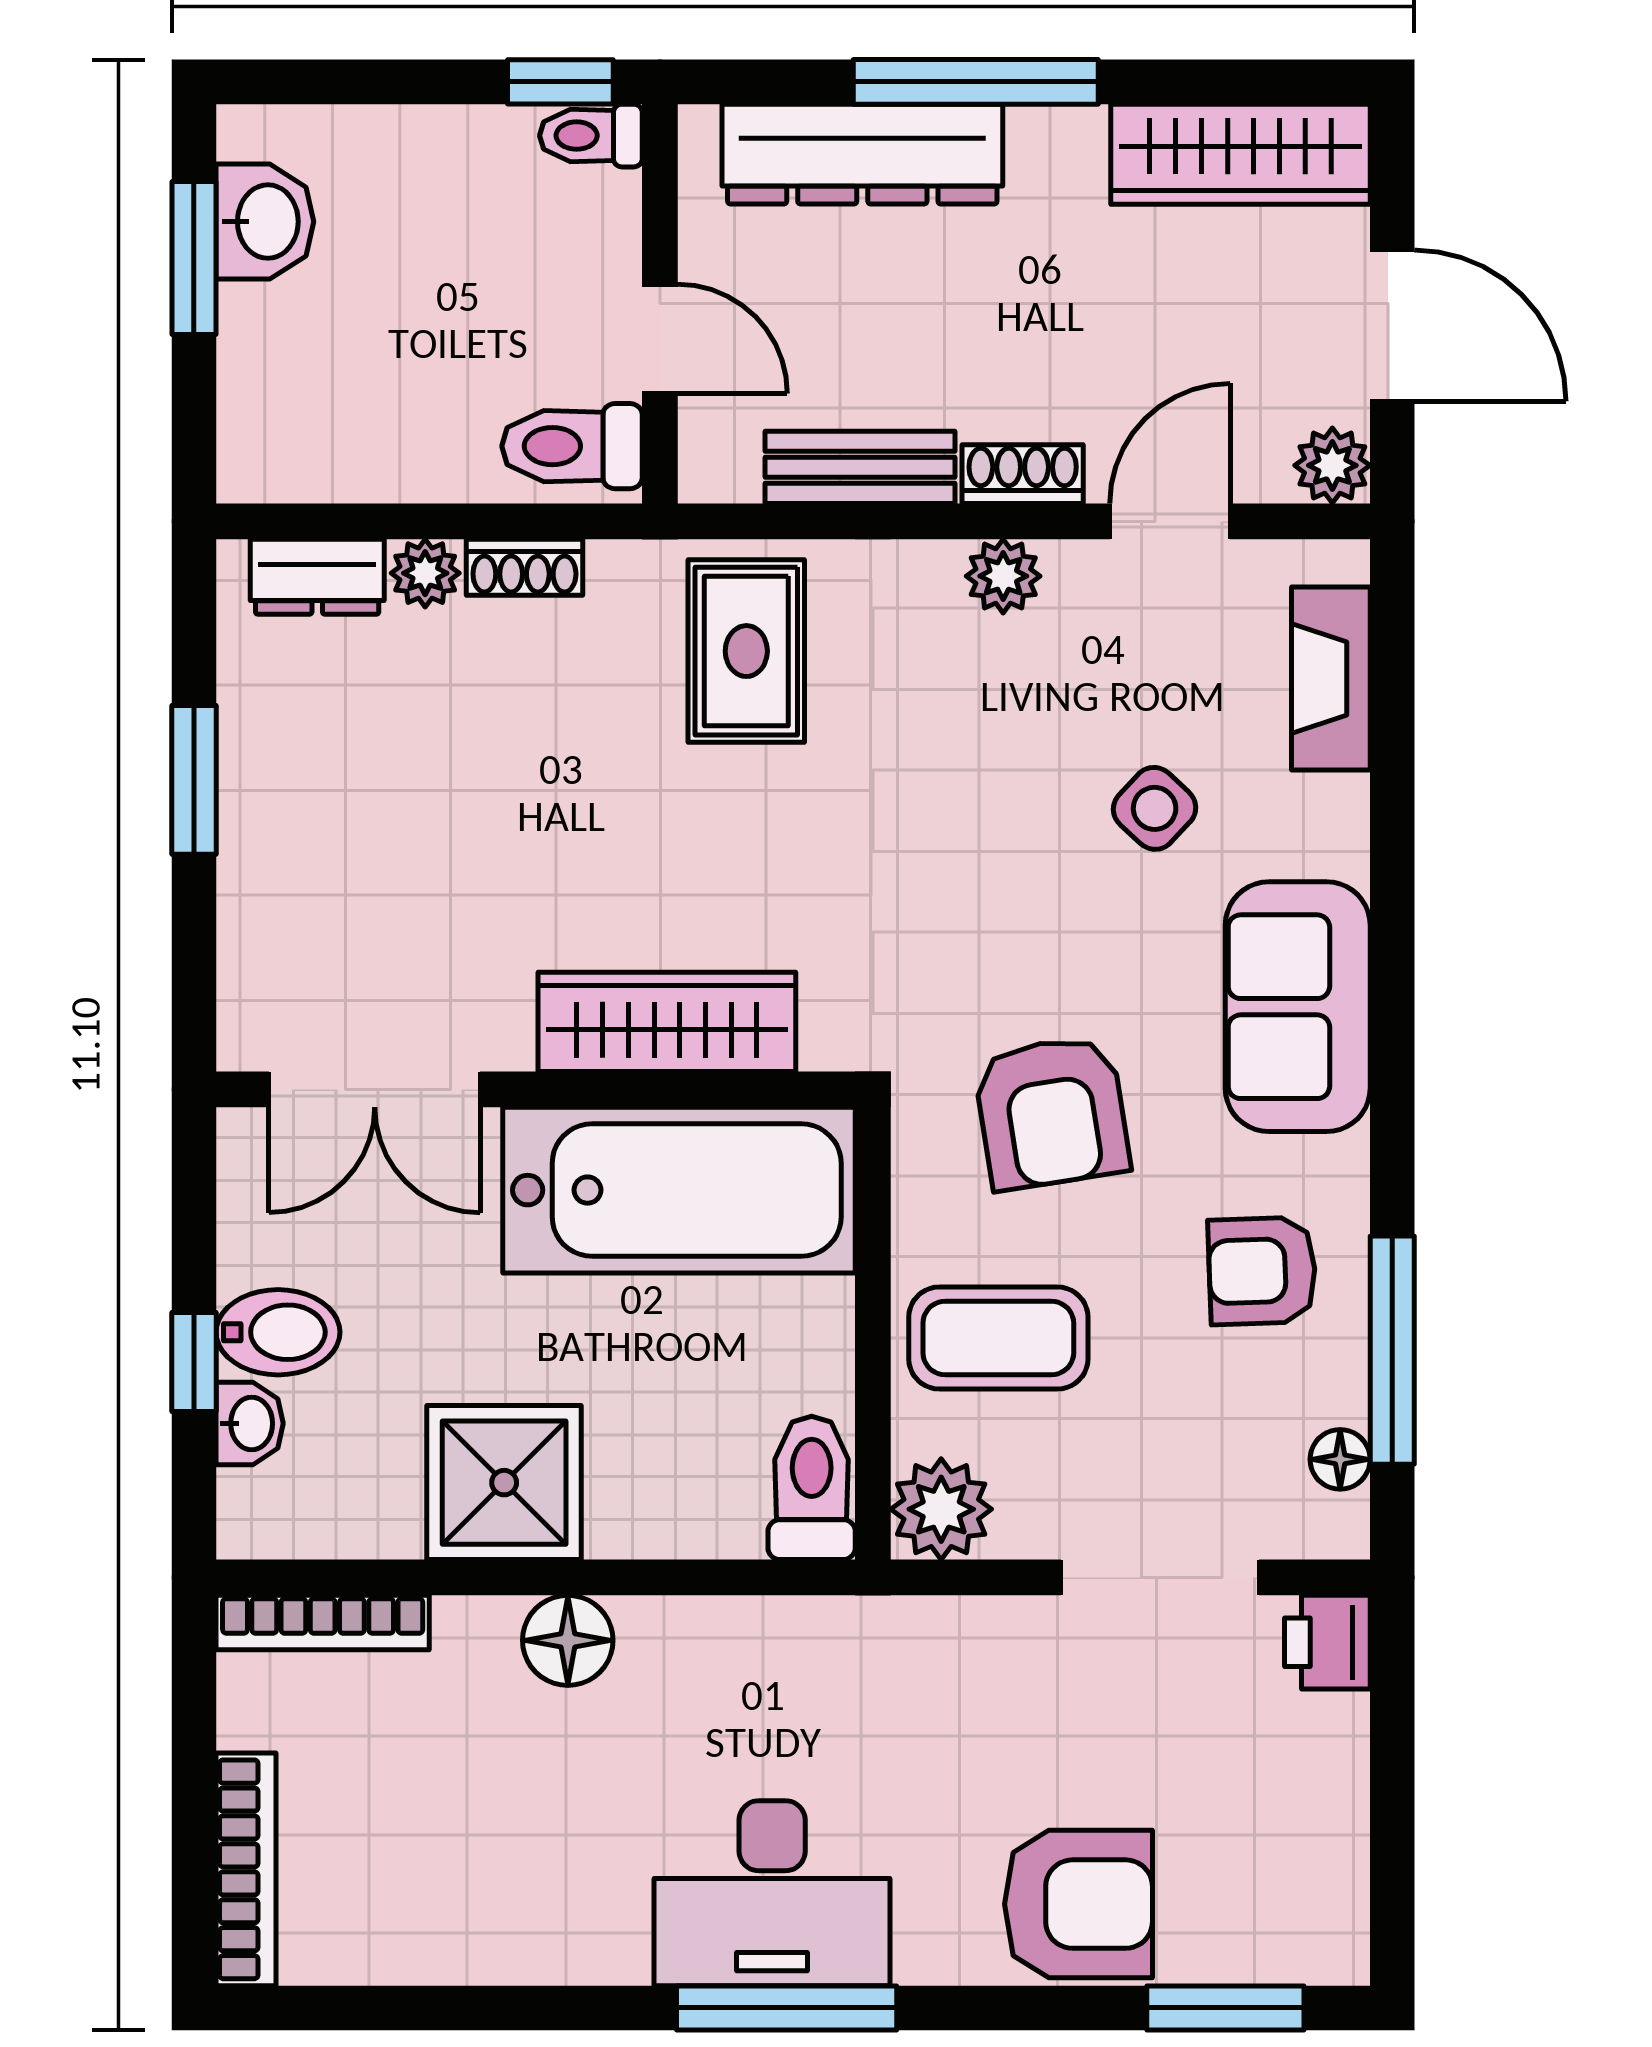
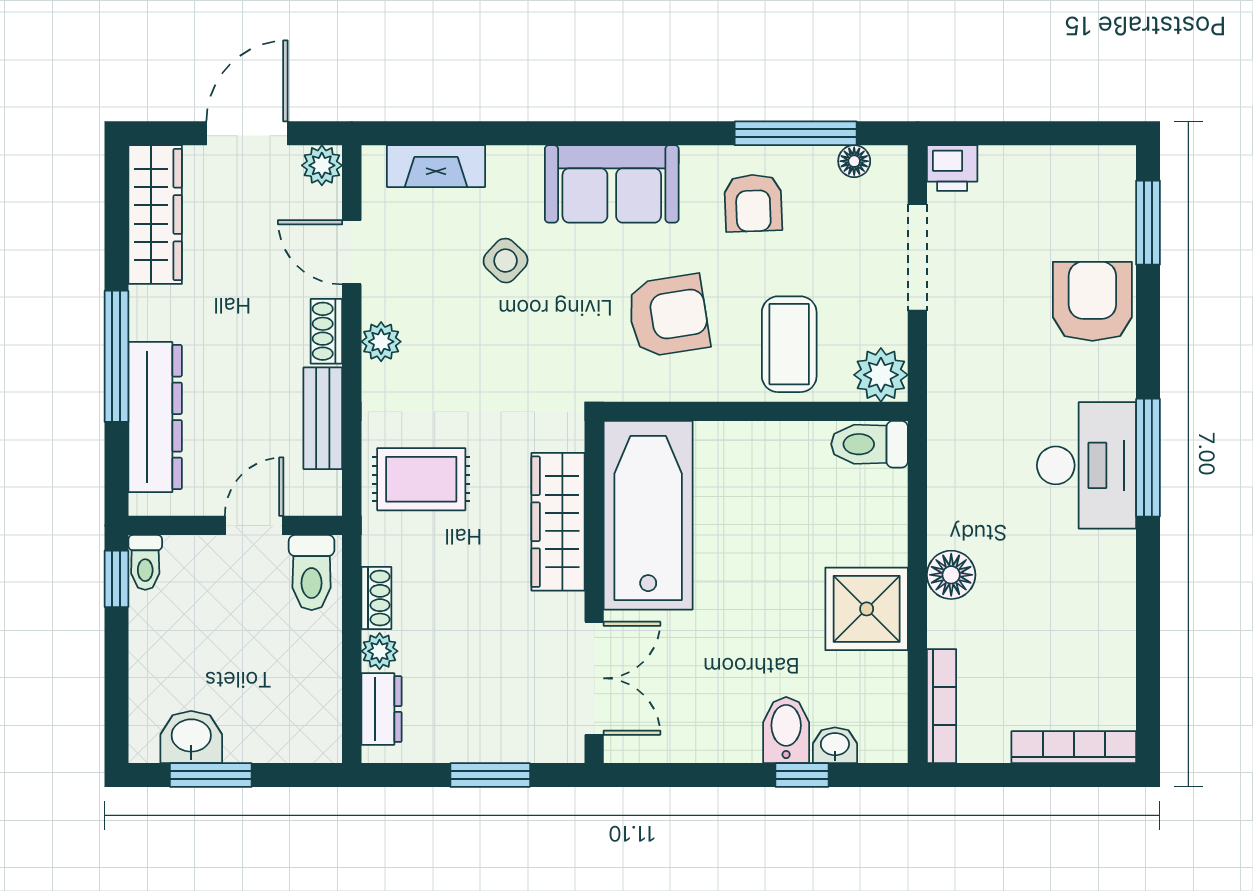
wardrobe: (667, 1022) -> (558, 522), moved
double door: (375, 1089) -> (594, 678), moved
wall: (536, 1089) -> (594, 592), moved
bathtub: (679, 1190) -> (648, 515), moved

